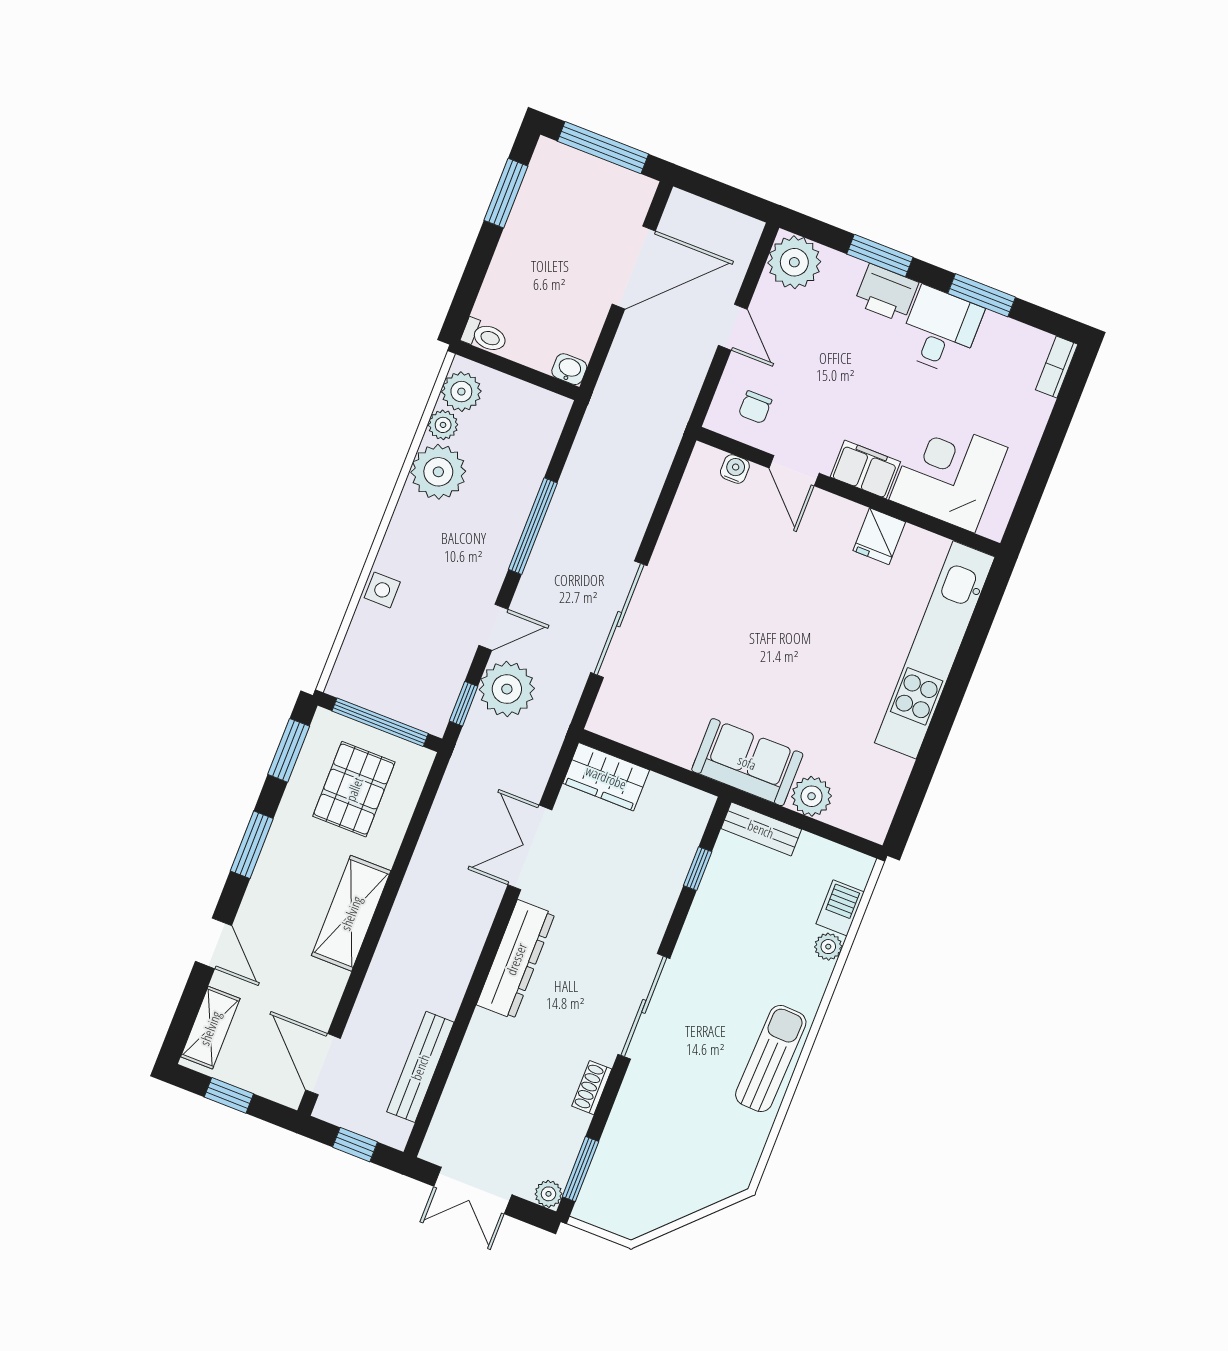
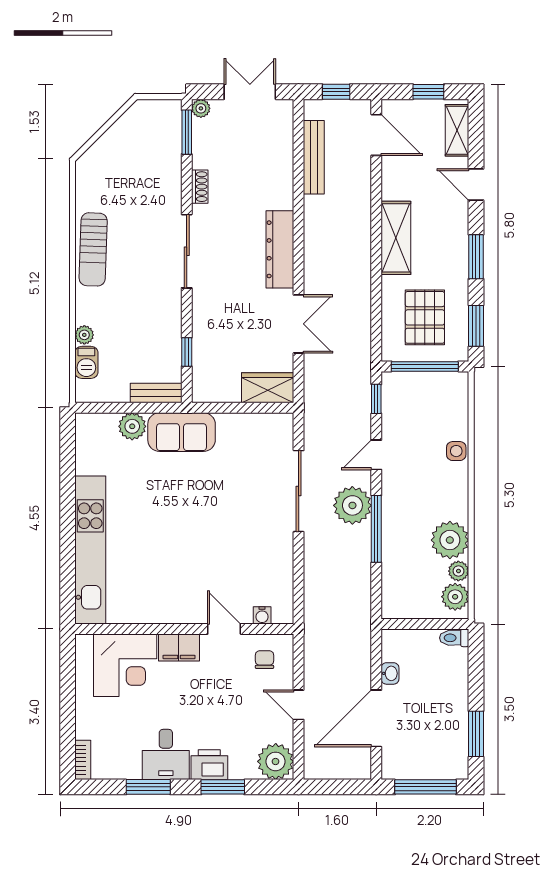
washbasin: (569, 369) -> (390, 673), moved, turned -90
fridge: (879, 536) -> (154, 608), removed
plant: (507, 689) -> (352, 505), moved

